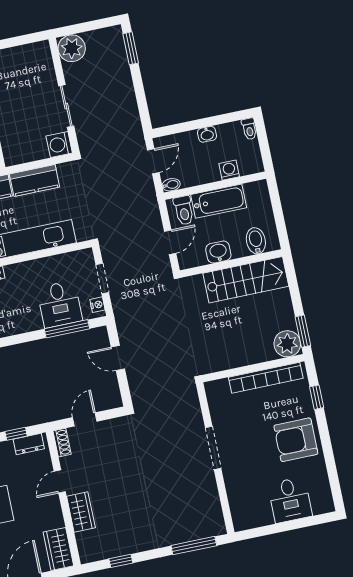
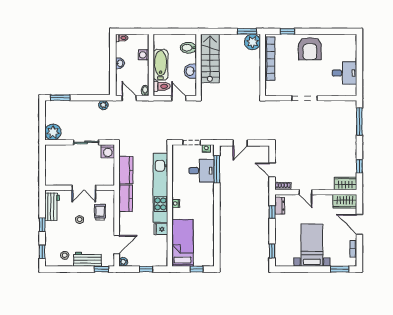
plant: (133, 121) -> (103, 105), added
desk: (290, 500) -> (344, 73), moved
wardrobe: (81, 512) -> (346, 184), moved

